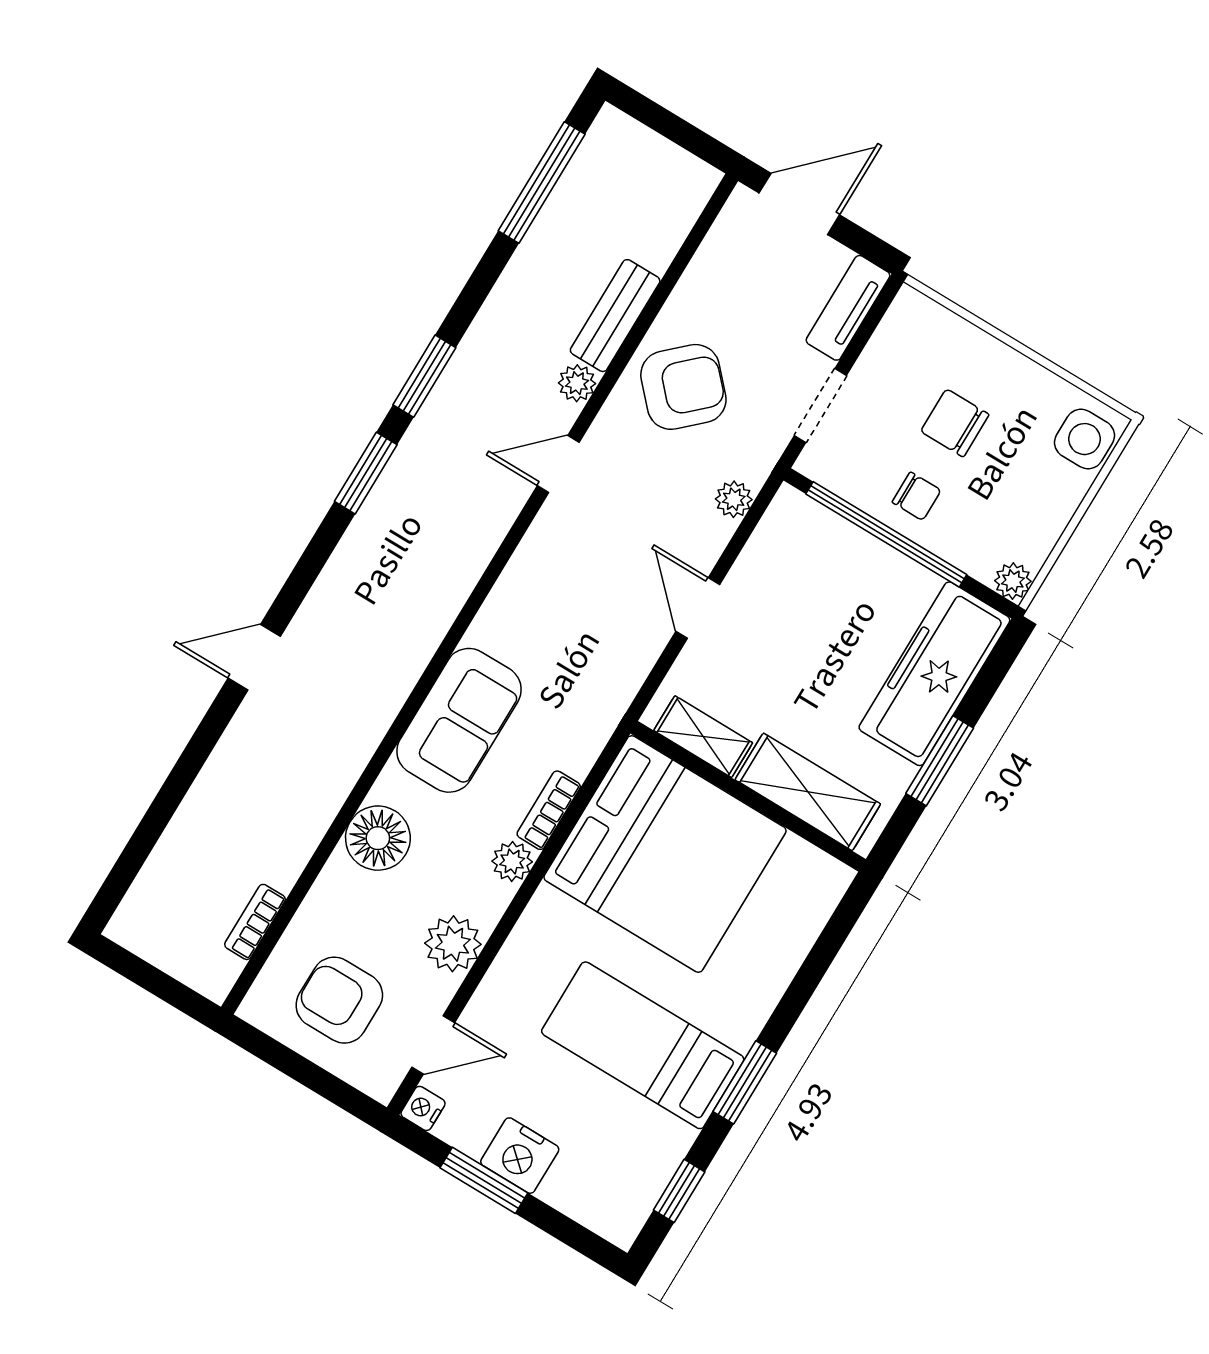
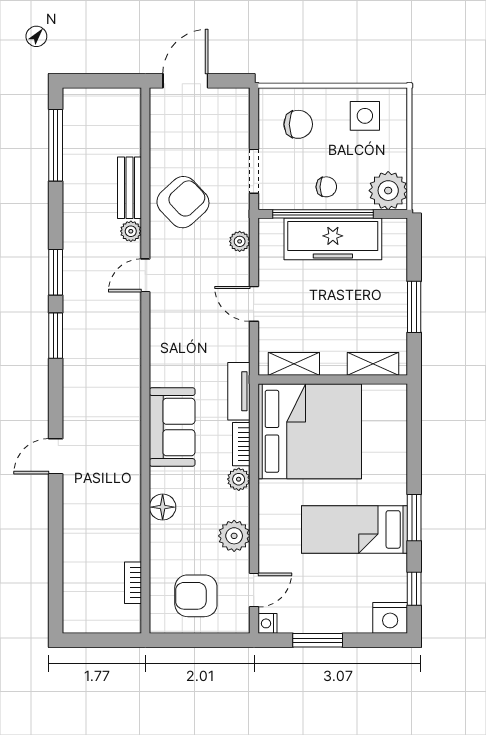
tv unit: (848, 308) -> (239, 391), moved
chair: (955, 423) -> (298, 124), moved, turned 180
side table: (1085, 439) -> (365, 116), moved
plant: (1013, 581) -> (388, 191), width x1.88, depth x1.88
freezer: (934, 674) -> (333, 239), moved, turned -90
shelving: (808, 792) -> (373, 364), width x0.67, depth x0.75
floor lamp: (378, 838) -> (163, 507), width x0.73, depth x0.73
nightstand: (520, 1156) -> (390, 618), moved

